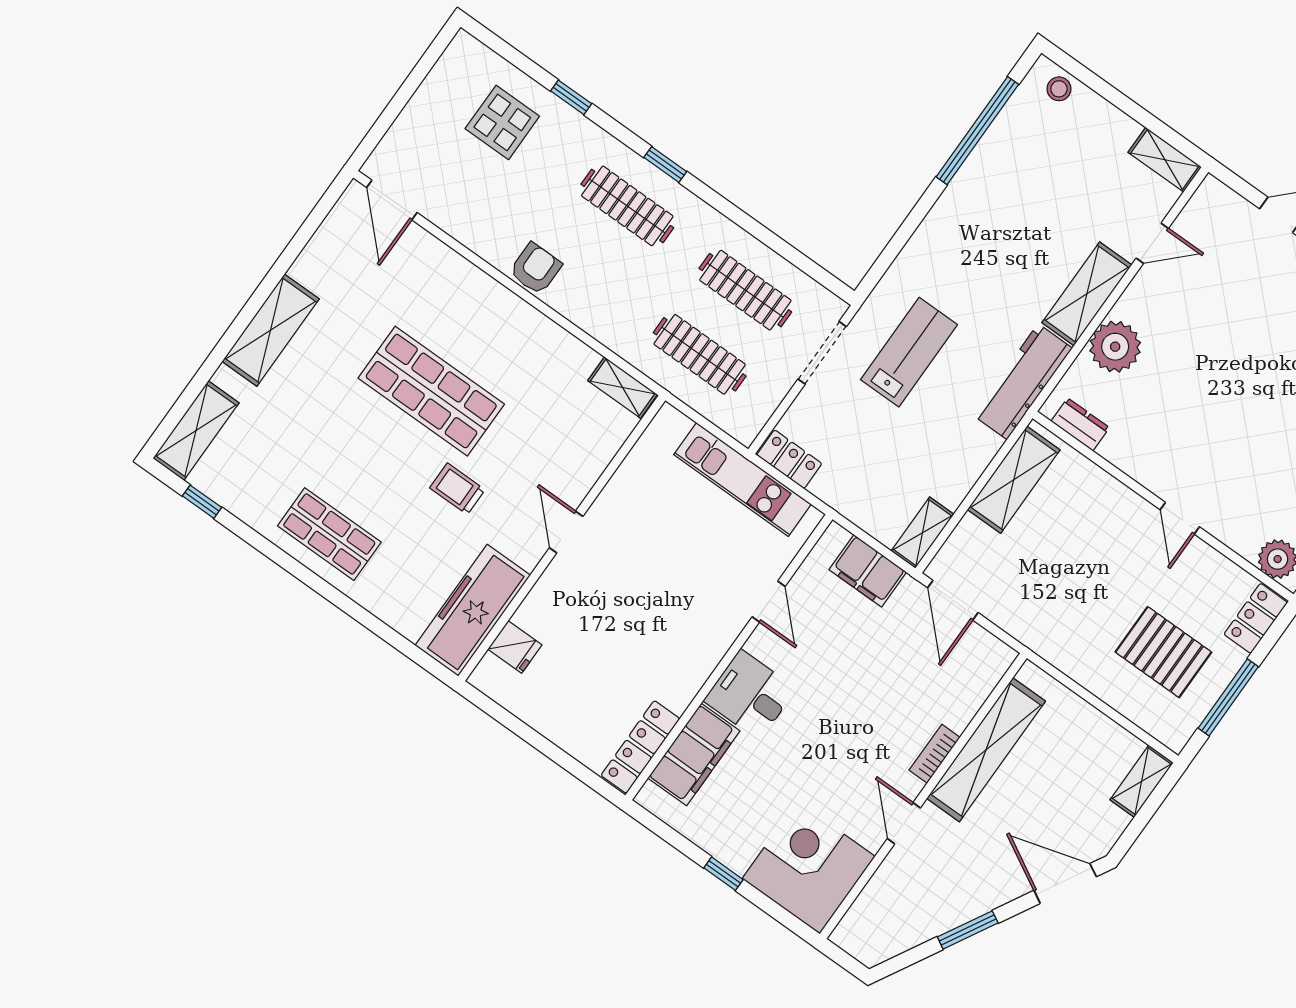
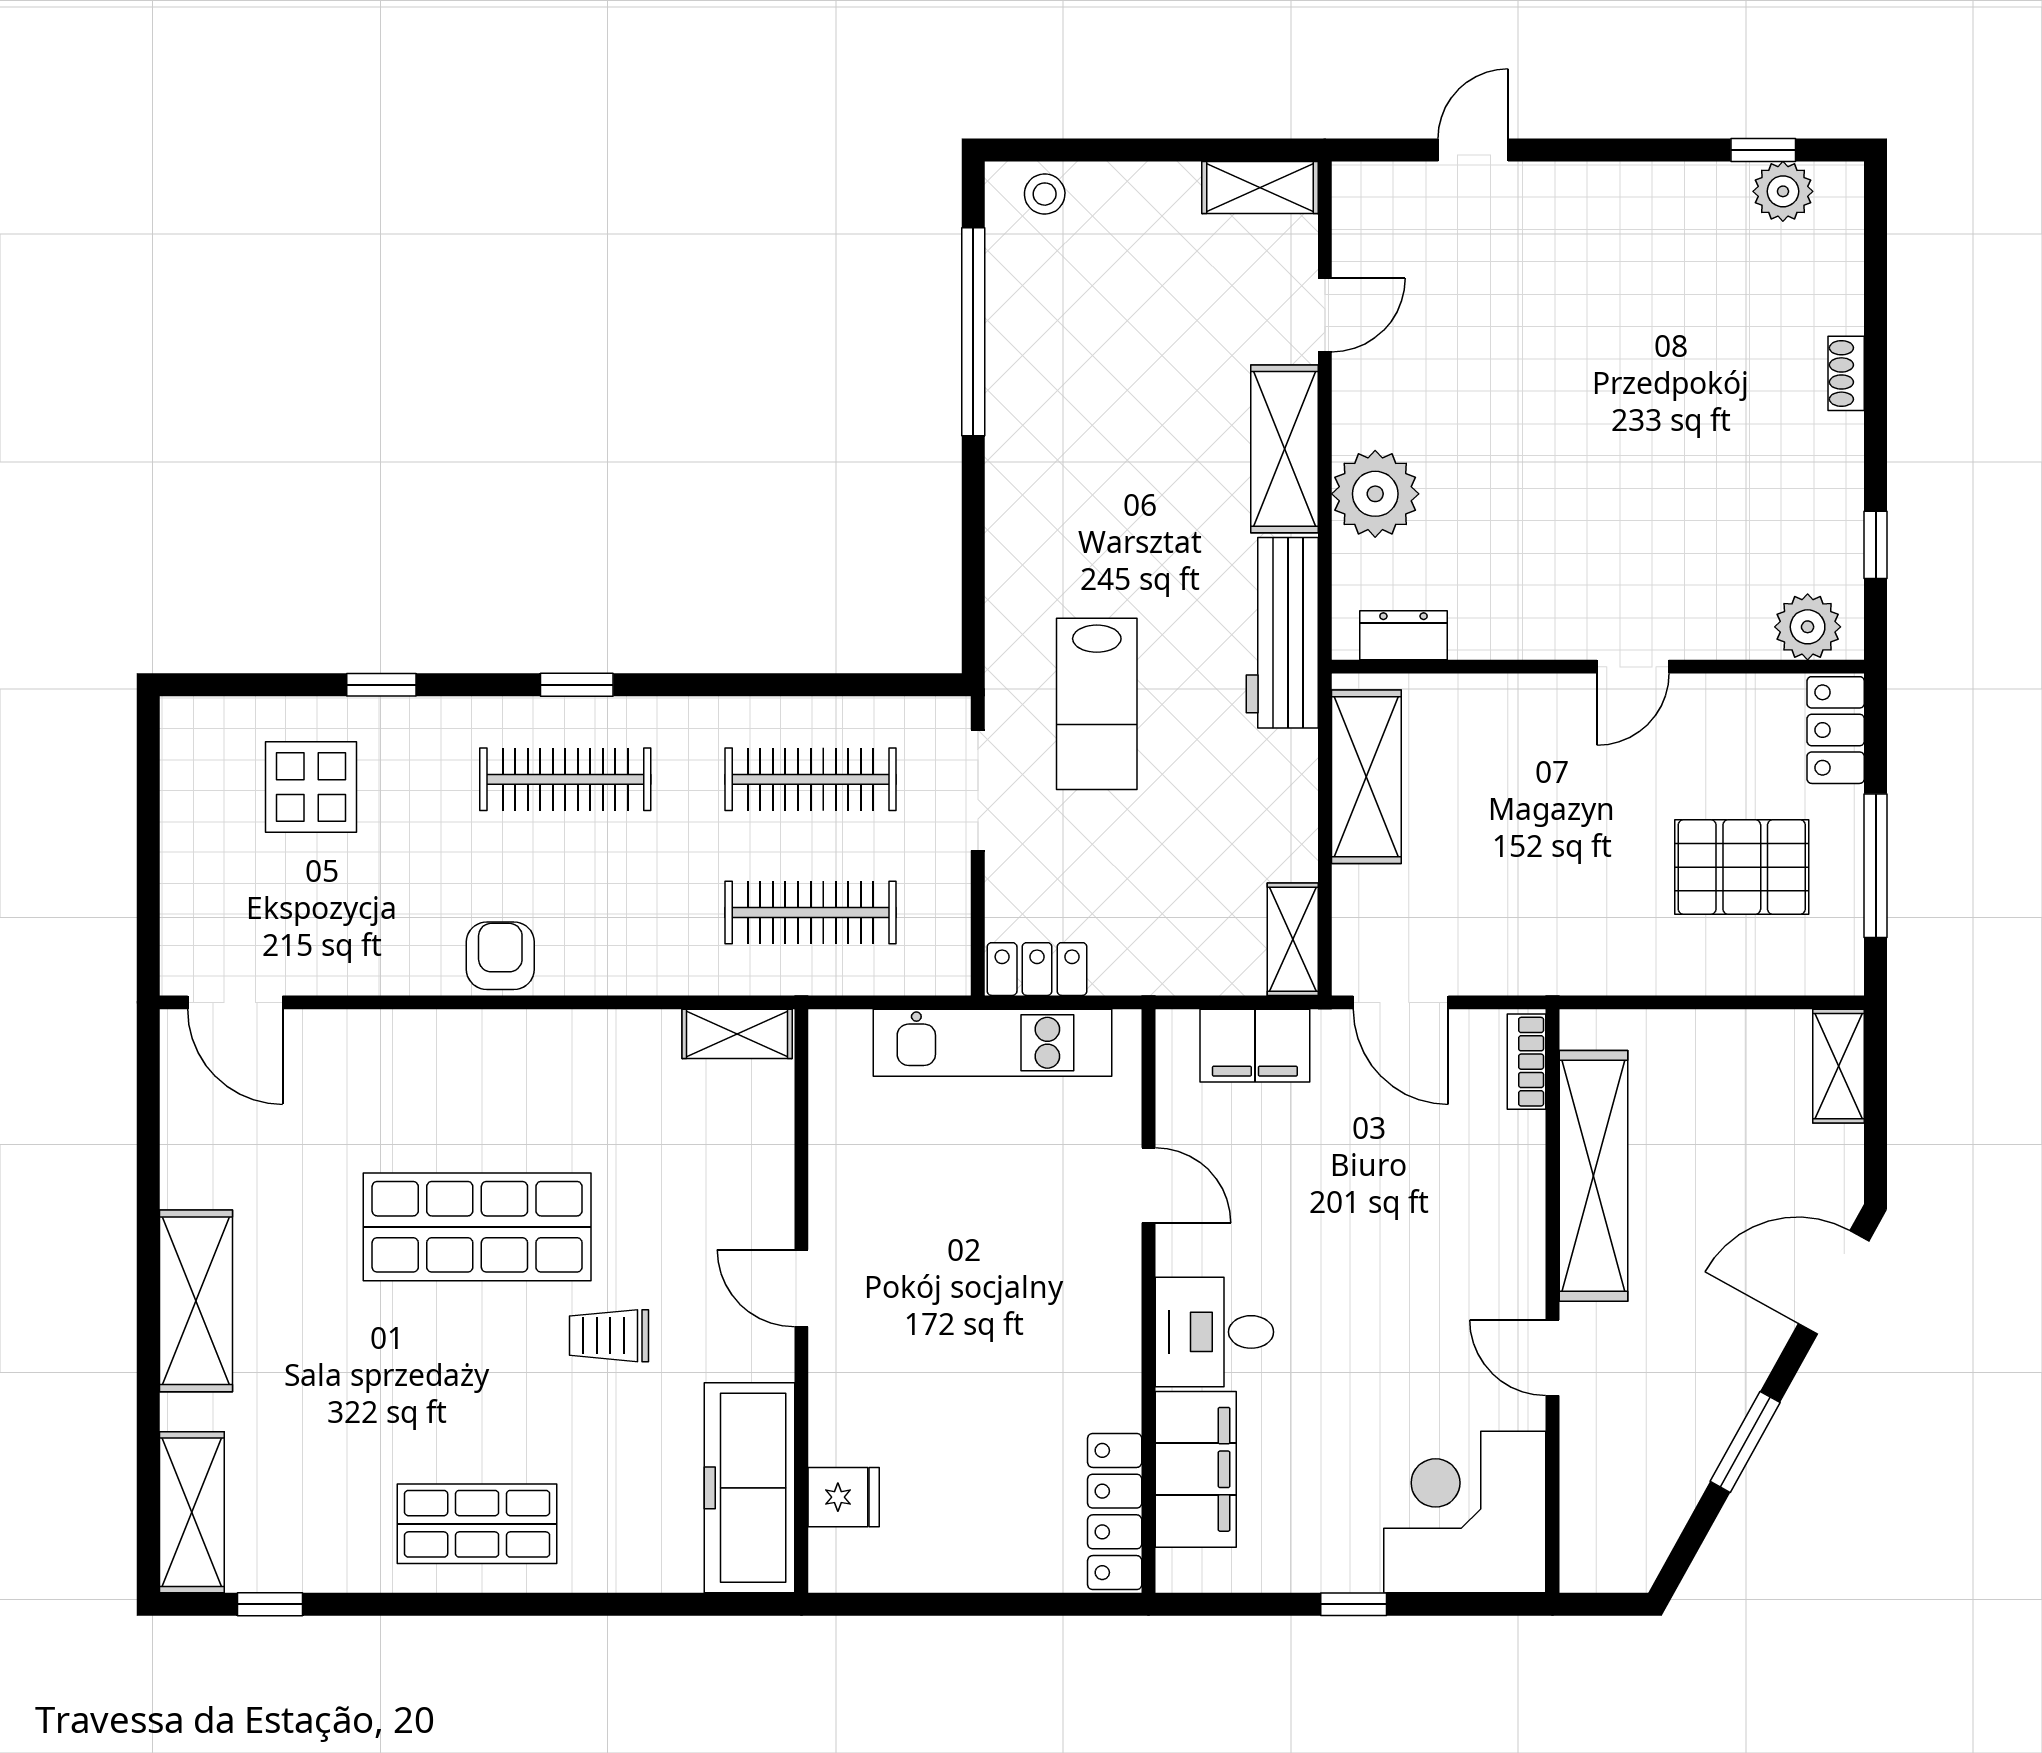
lab bench: (909, 352) -> (1097, 704), turned 180
door: (1180, 518) -> (1633, 667), hinge flipped
bookcase: (935, 754) -> (1526, 1062), moved

